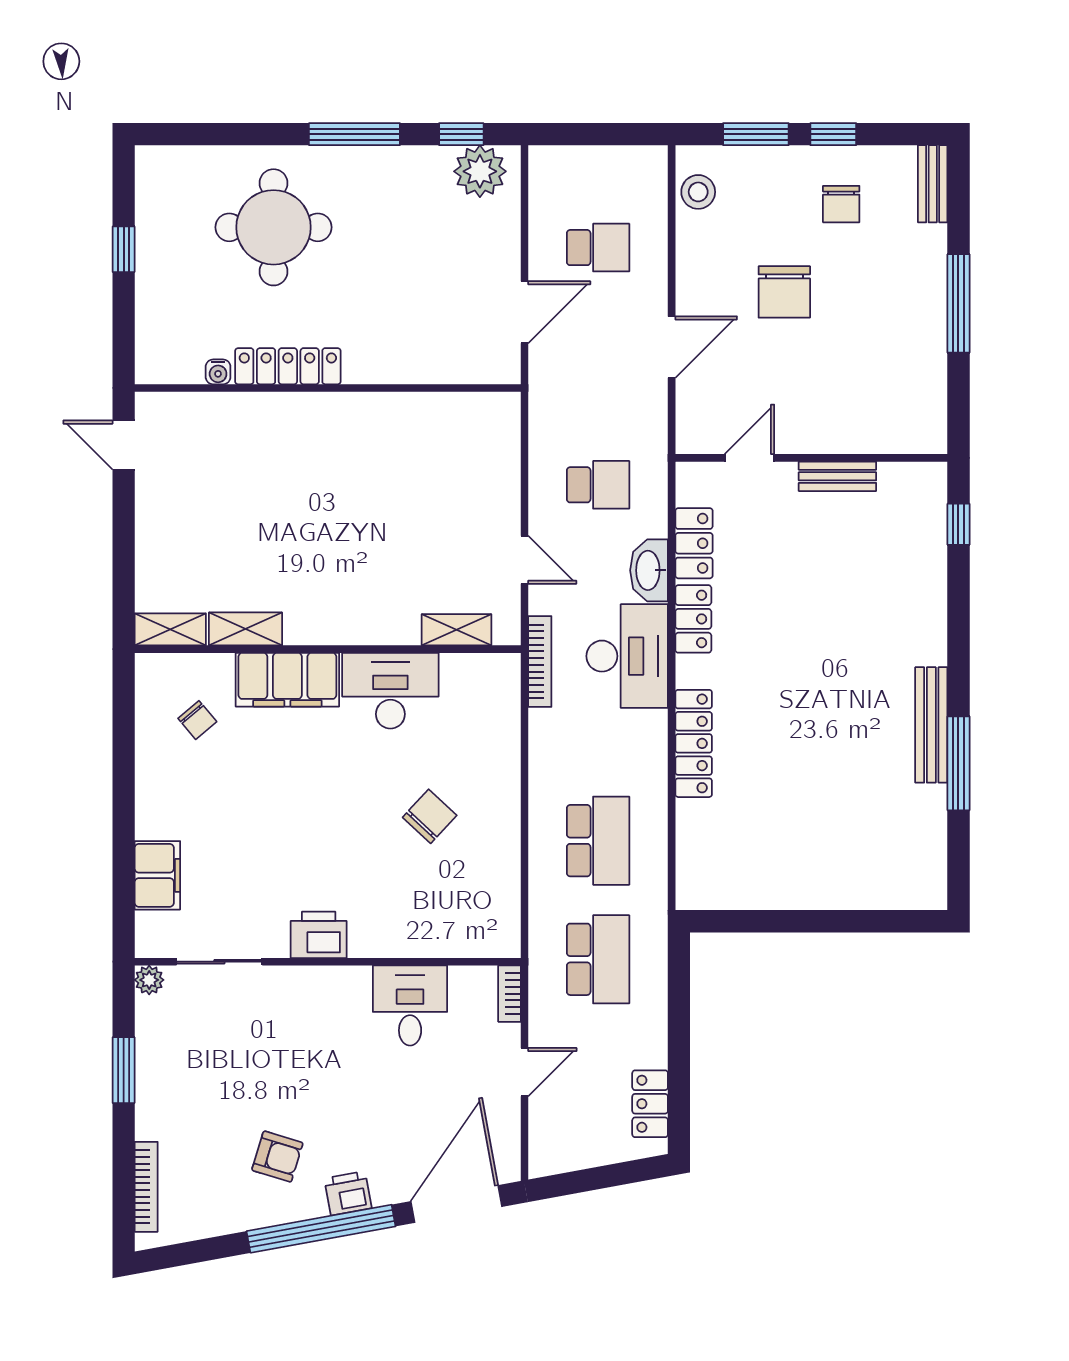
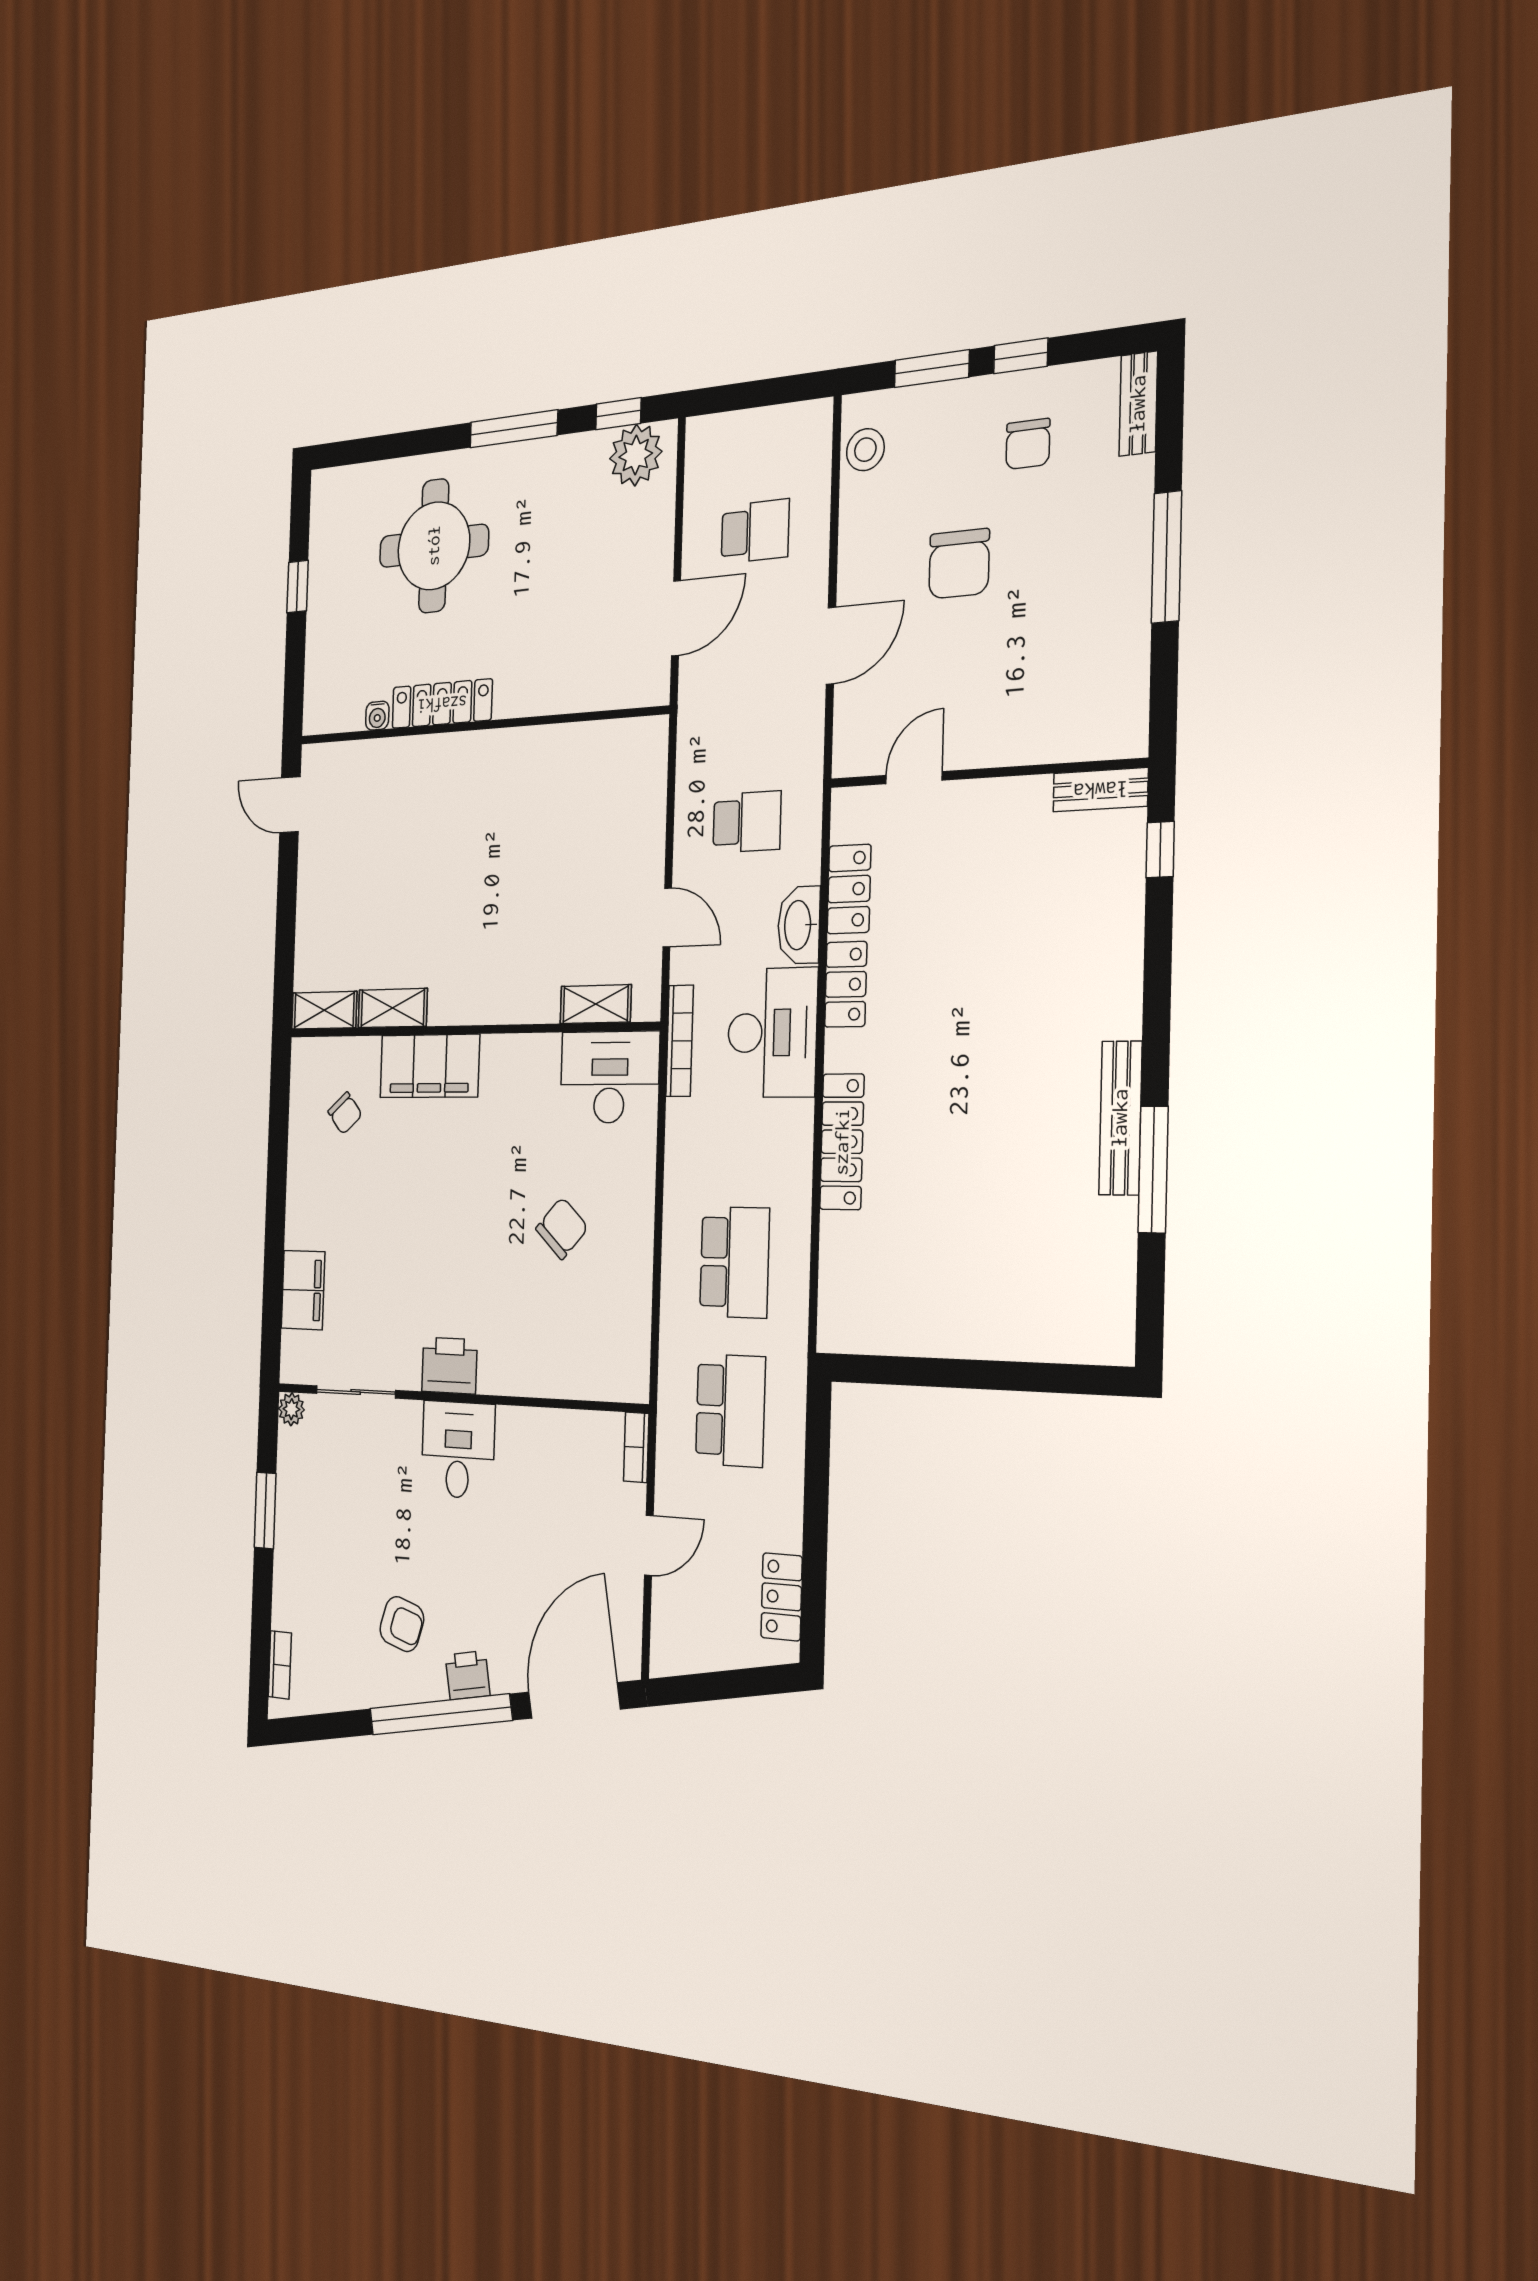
bench: (837, 476) -> (1100, 790), moved
desk: (390, 691) -> (610, 1077), moved
desk: (410, 1005) -> (458, 1450), moved
bookcase: (146, 1187) -> (280, 1665), width x0.64

